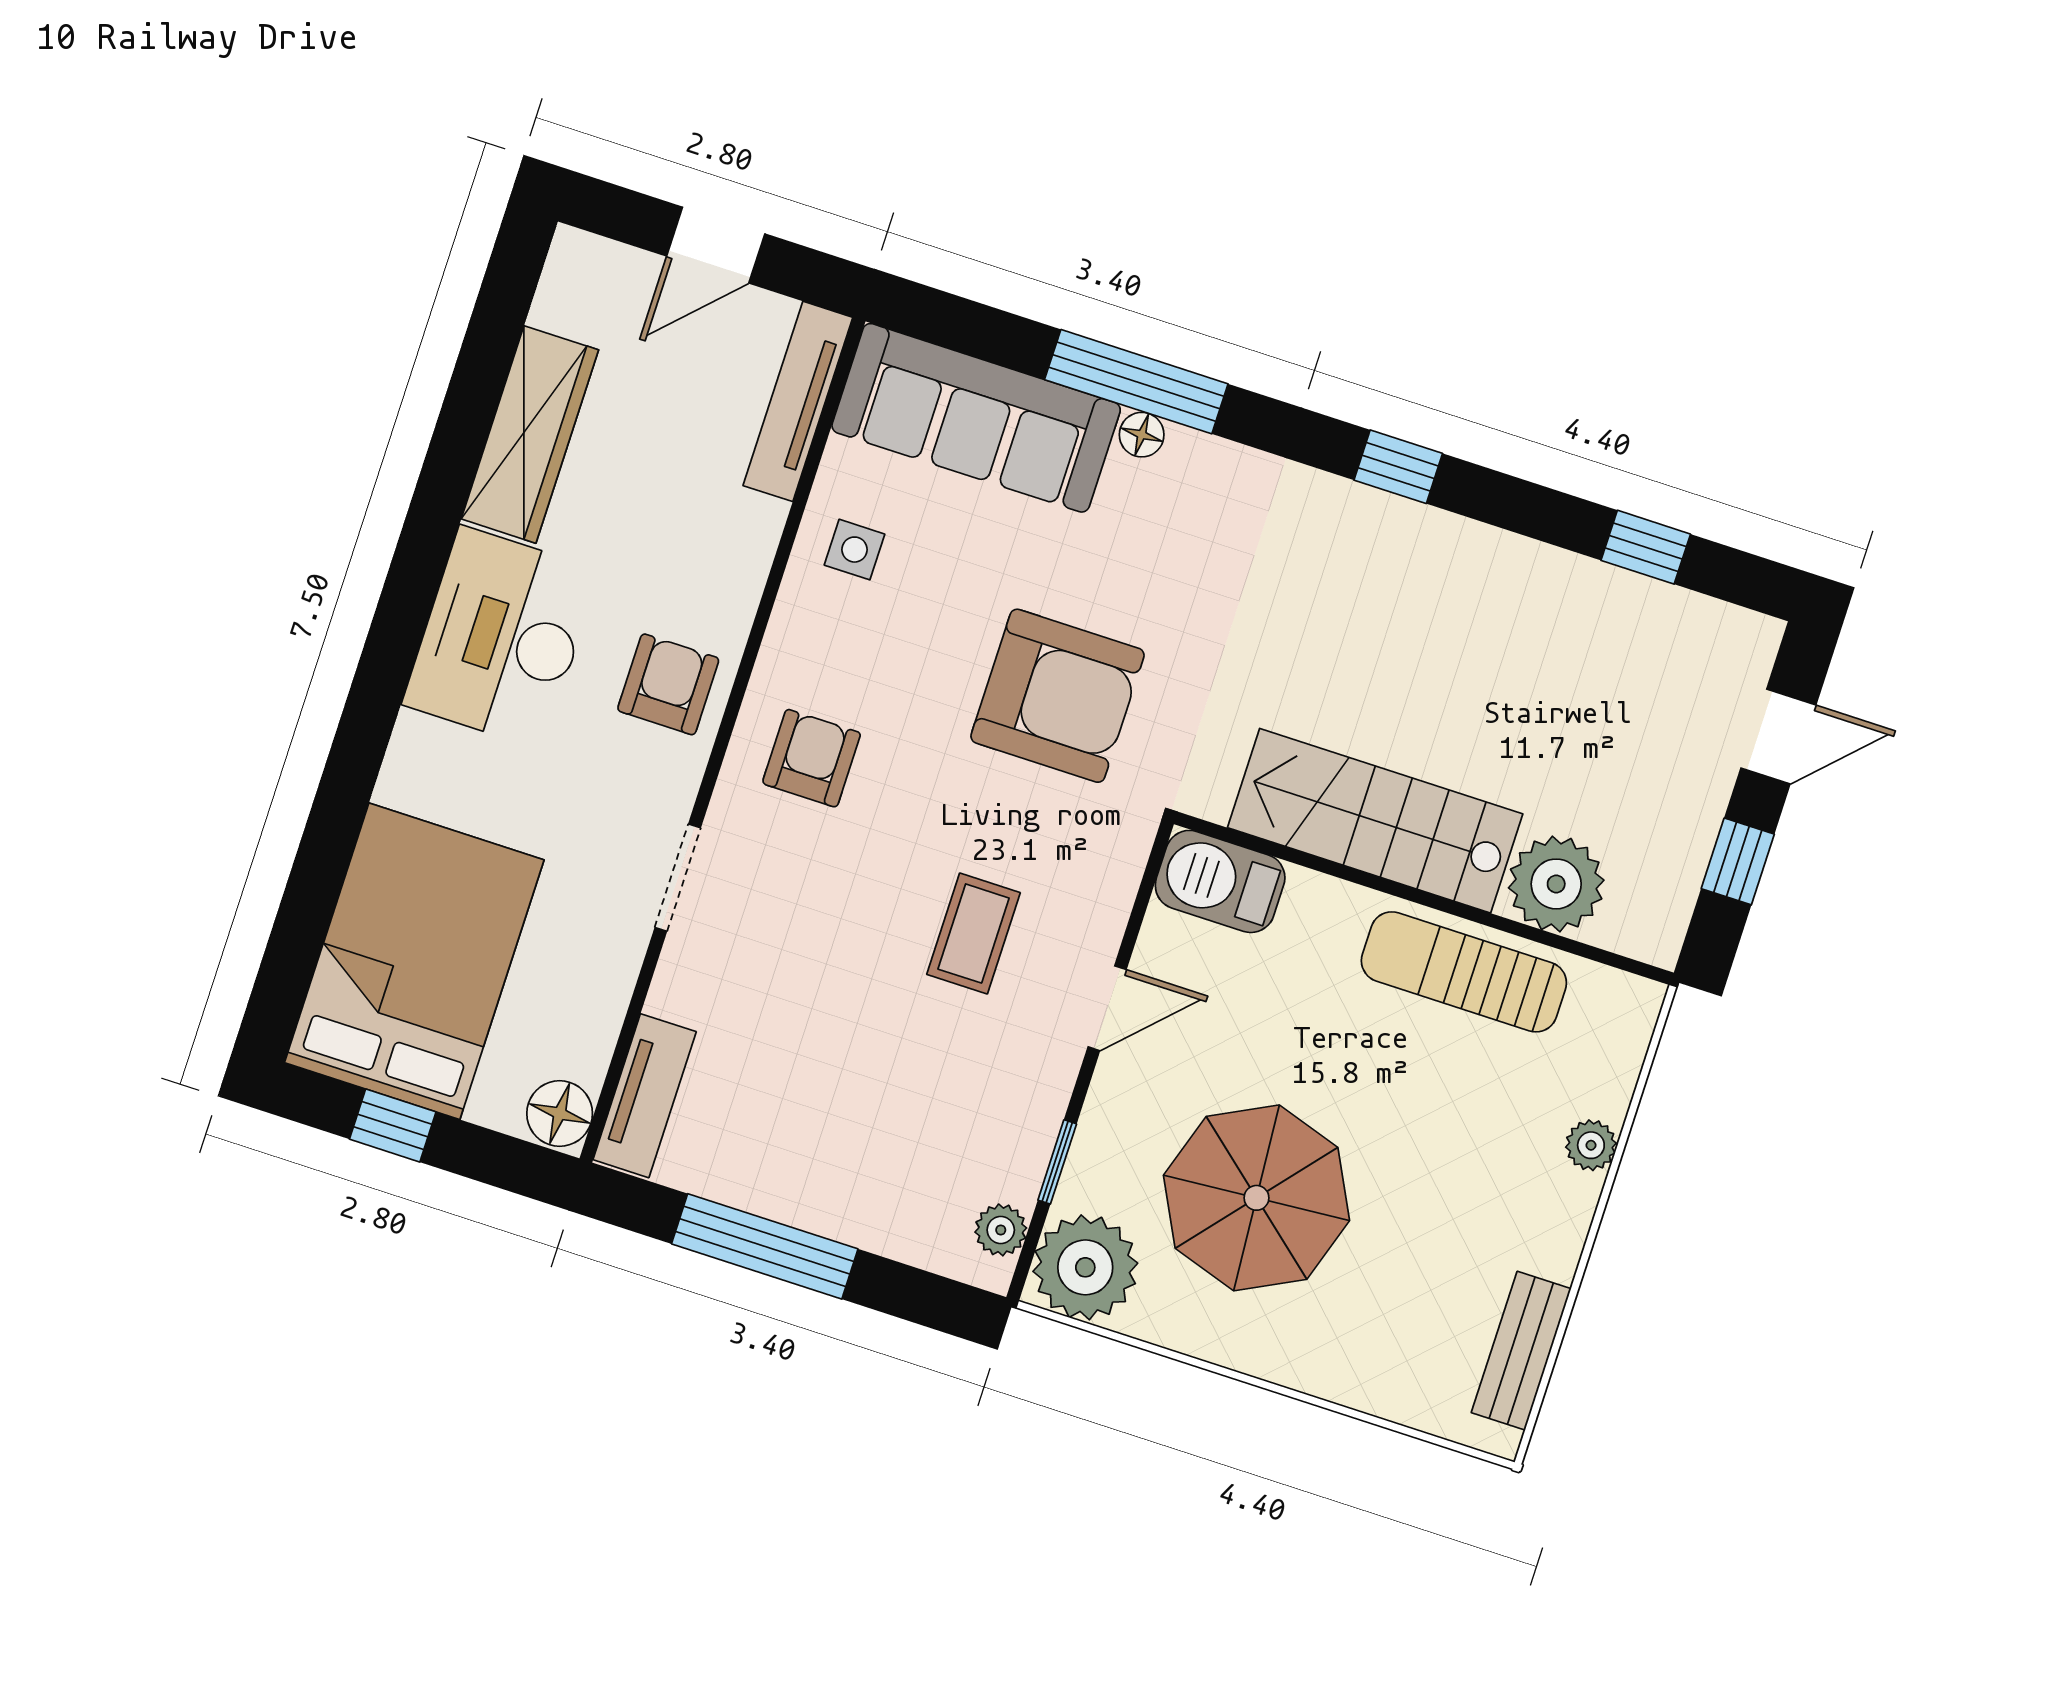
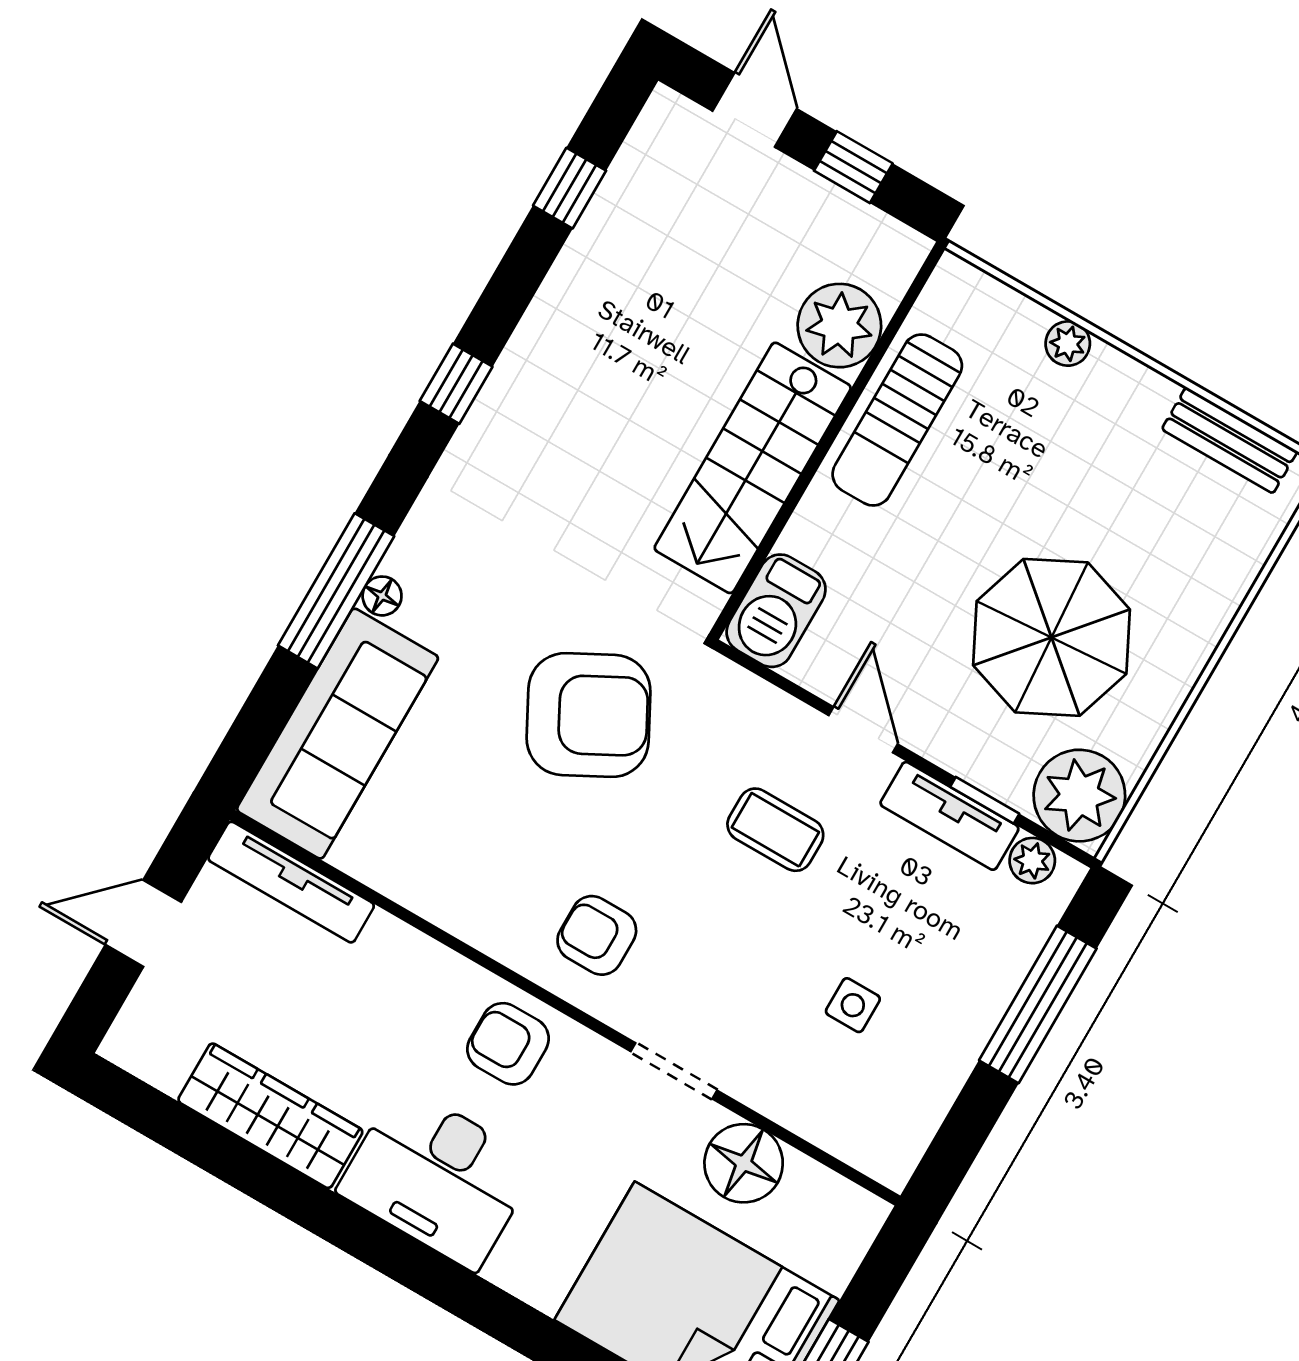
door: (716, 245) -> (143, 923), swing flipped
side table: (855, 550) -> (853, 1005), moved
armchair: (1057, 696) -> (589, 715), turned 62
tv unit: (645, 1096) -> (949, 816), moved, turned 180
floor lamp: (560, 1113) -> (744, 1163), moved, width x1.38, depth x1.38
window: (765, 1246) -> (1038, 1004), moved

